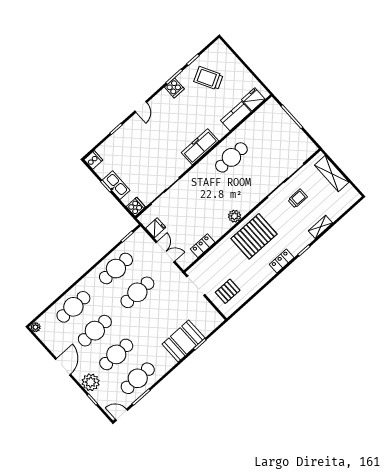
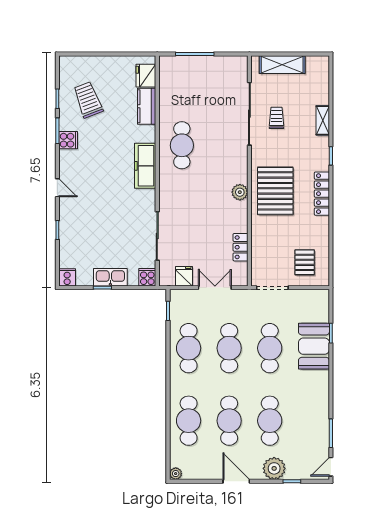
trolley: (208, 78) -> (88, 100), turned 97
locker: (282, 261) -> (322, 194), width x1.53
cafe table: (138, 378) -> (270, 348), moved

